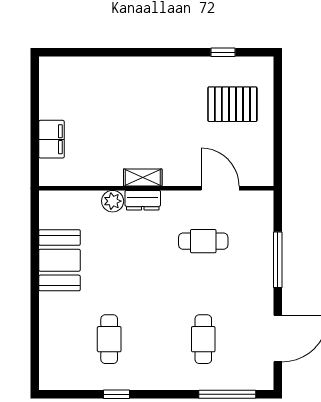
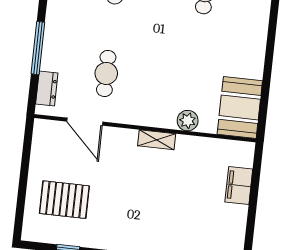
dresser: (143, 200) -> (47, 89), moved, turned 90
cafe table: (203, 241) -> (106, 73), turned 90
booth: (59, 260) -> (240, 107), moved

